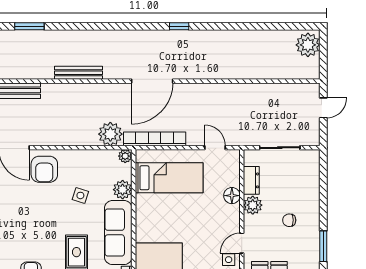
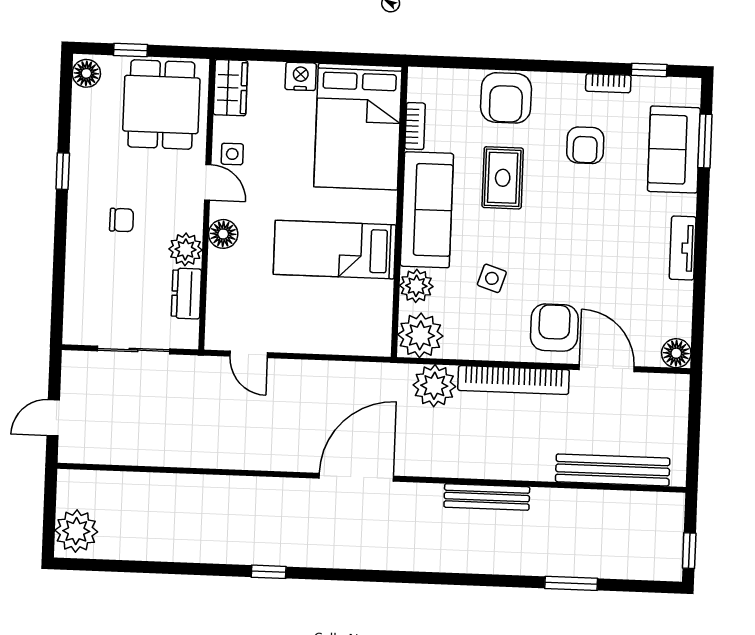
window: (179, 26) -> (269, 572), moved
bookcase: (155, 139) -> (514, 380), moved
plant: (125, 156) -> (420, 335), width x1.87, depth x1.87
bed: (169, 178) -> (335, 250), moved
floor lamp: (232, 196) -> (223, 234), moved
door: (242, 243) -> (208, 182), hinge flipped
window: (323, 246) -> (63, 171), width x0.67

